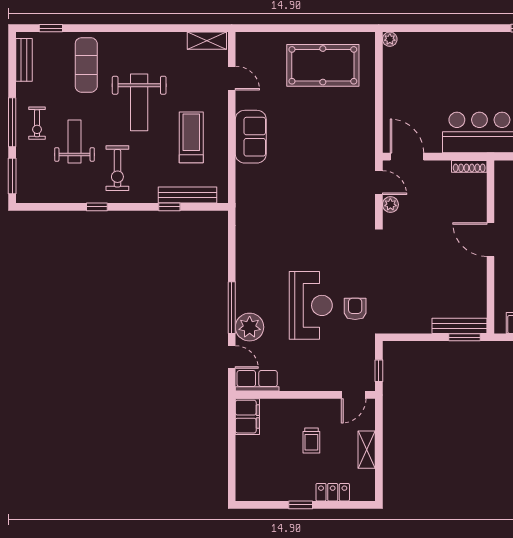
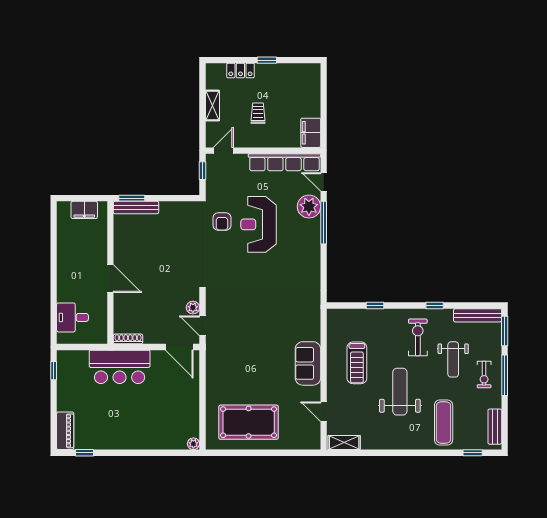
exercise bike: (37, 123) -> (484, 374), turned 180
bench: (188, 195) -> (478, 315), moved
row of seats: (257, 381) -> (284, 162), width x2.02

